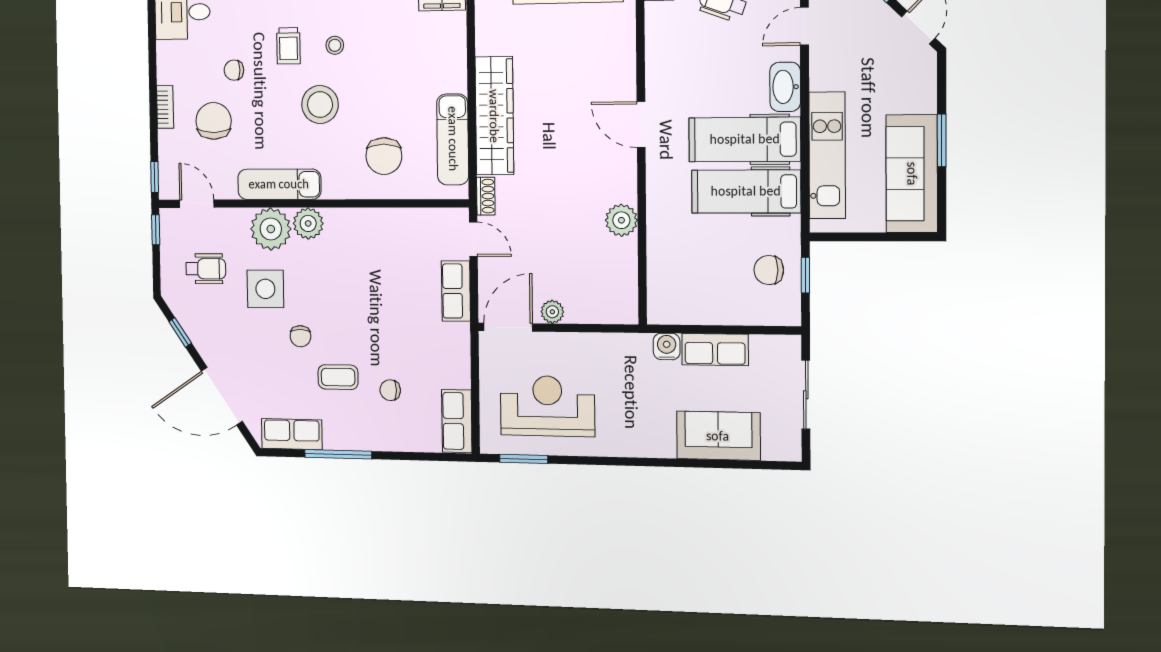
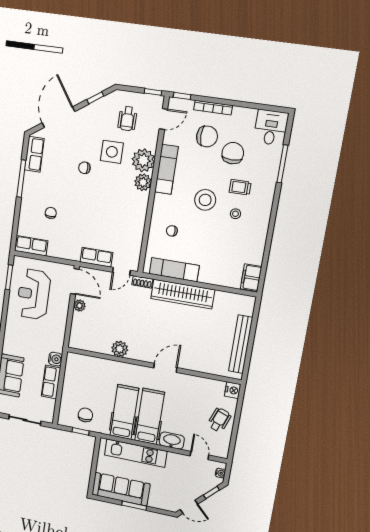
chair: (234, 70) -> (233, 153), width x1.87, depth x1.87
bookcase: (165, 107) -> (213, 108), width x1.56
chair: (384, 156) -> (172, 231), width x0.54, depth x0.54
coffee table: (338, 377) -> (61, 185), removed
reception desk: (547, 406) -> (34, 294), turned 180

